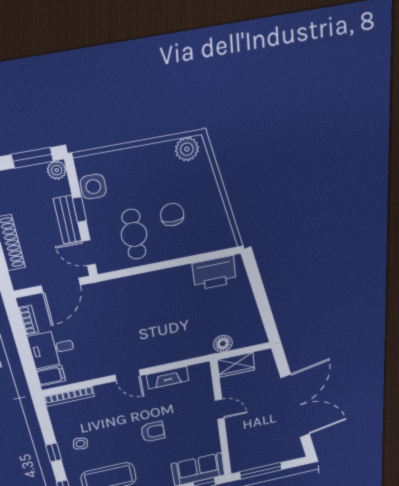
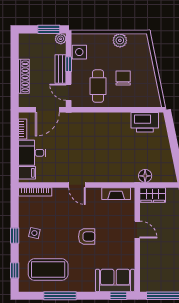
plant: (187, 149) -> (120, 40), moved
fireplace: (168, 378) -> (116, 194), moved

